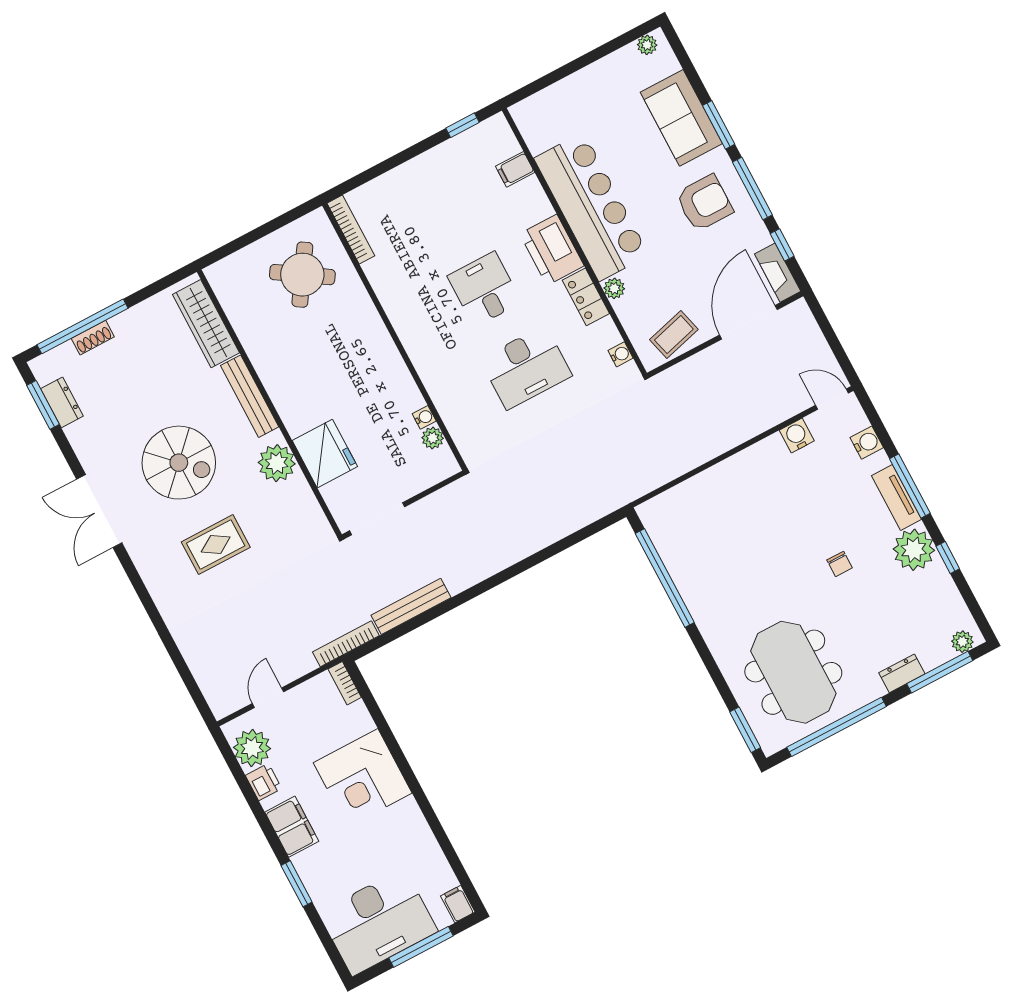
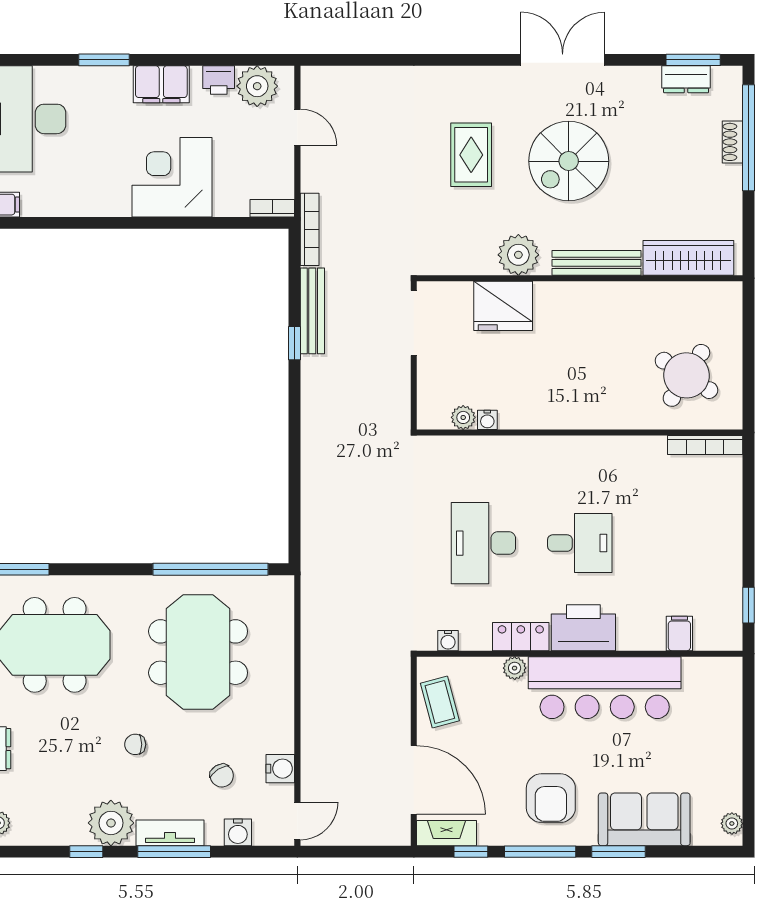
chair: (828, 480) -> (222, 776), added
meeting table: (737, 553) -> (198, 652), added
window: (445, 607) -> (294, 343), added

